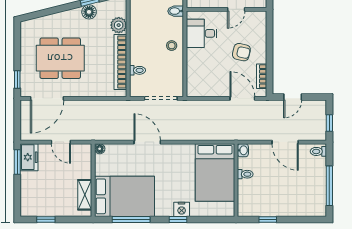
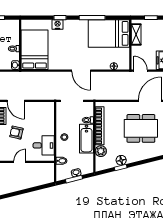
bathtub: (139, 43) -> (86, 139), added
wall: (93, 180) -> (130, 45), moved
shelving: (85, 195) -> (136, 34), moved
bed: (124, 196) -> (109, 33), moved

